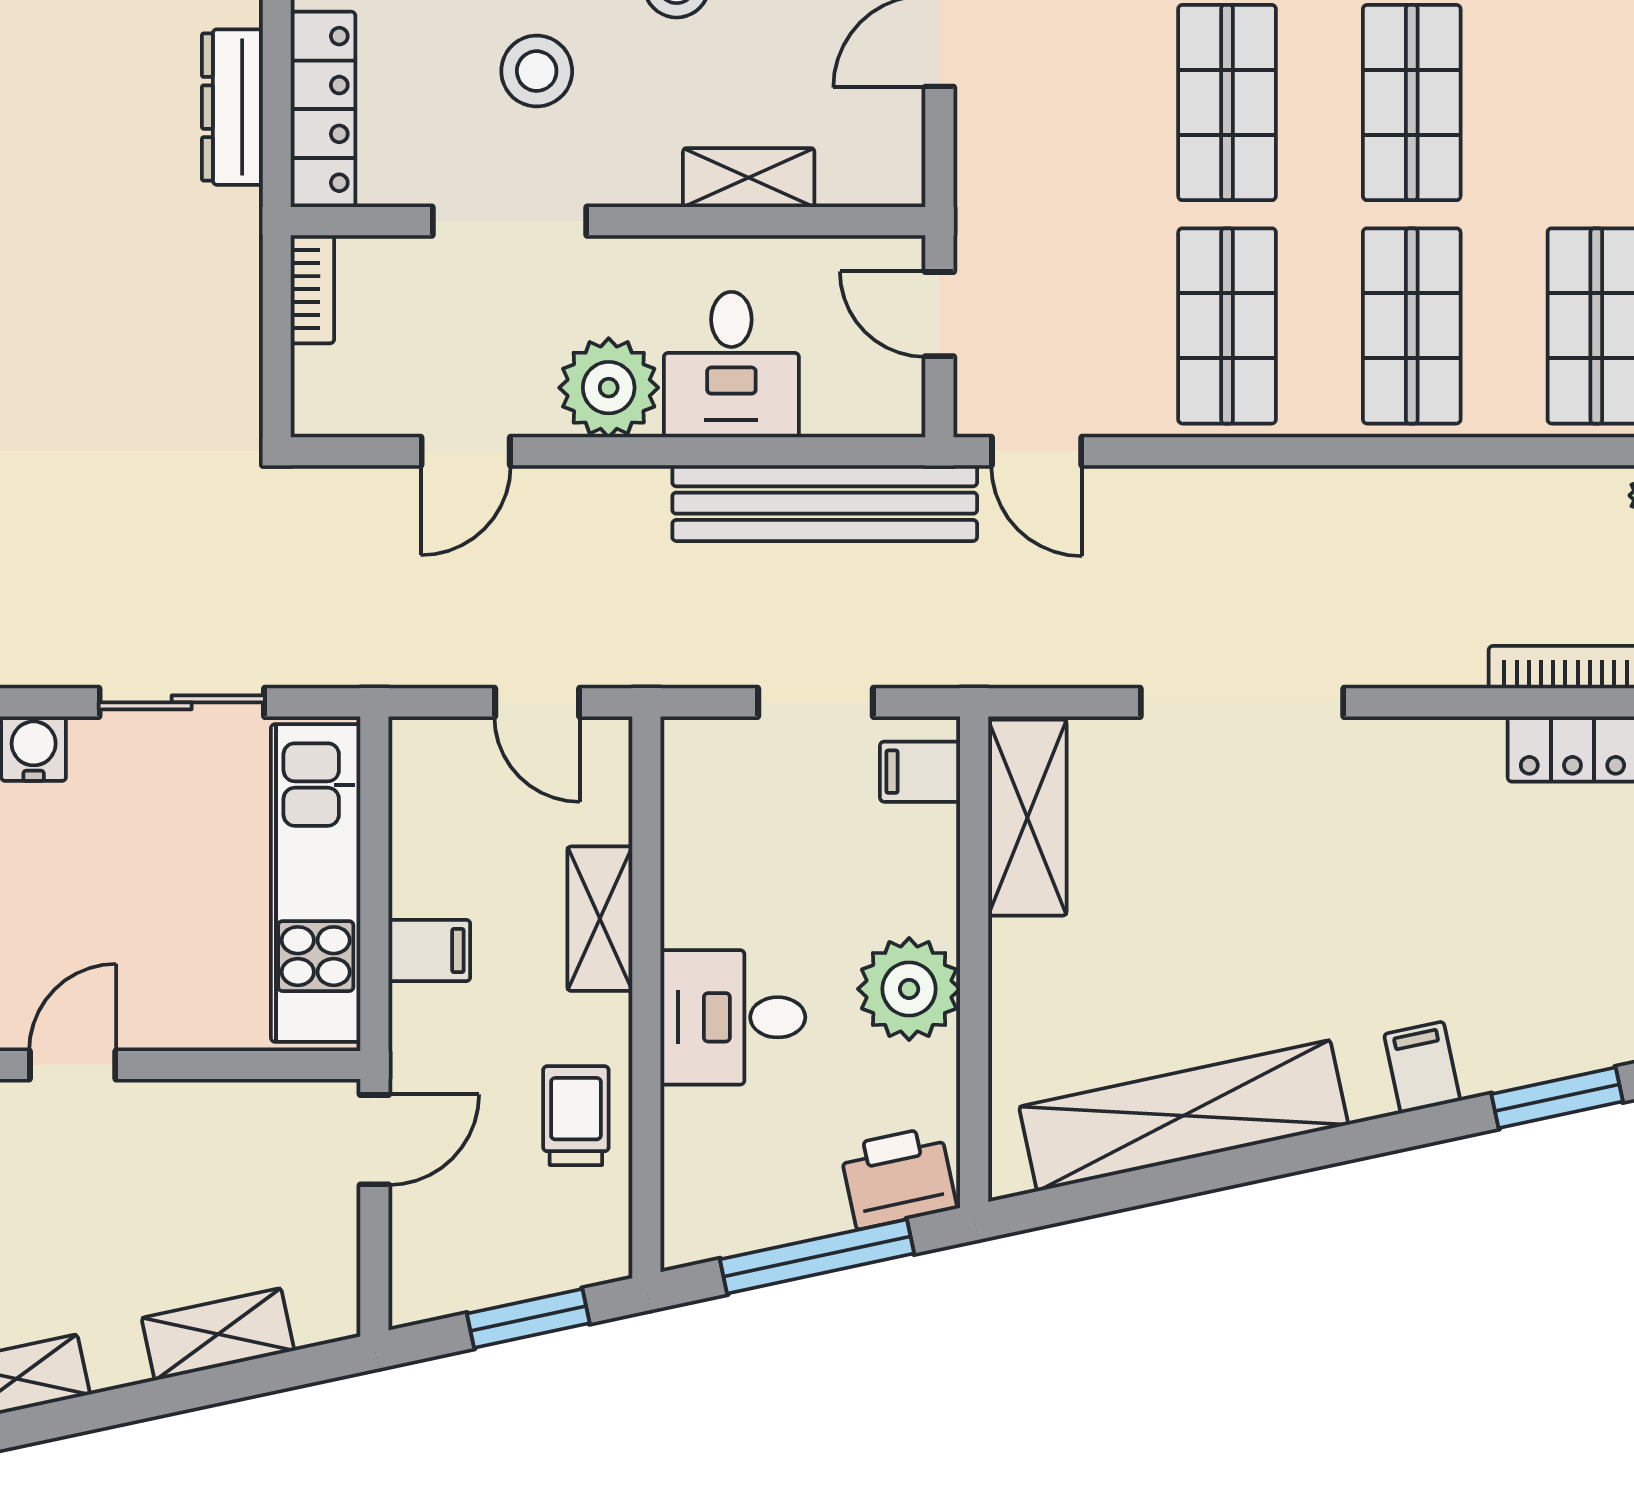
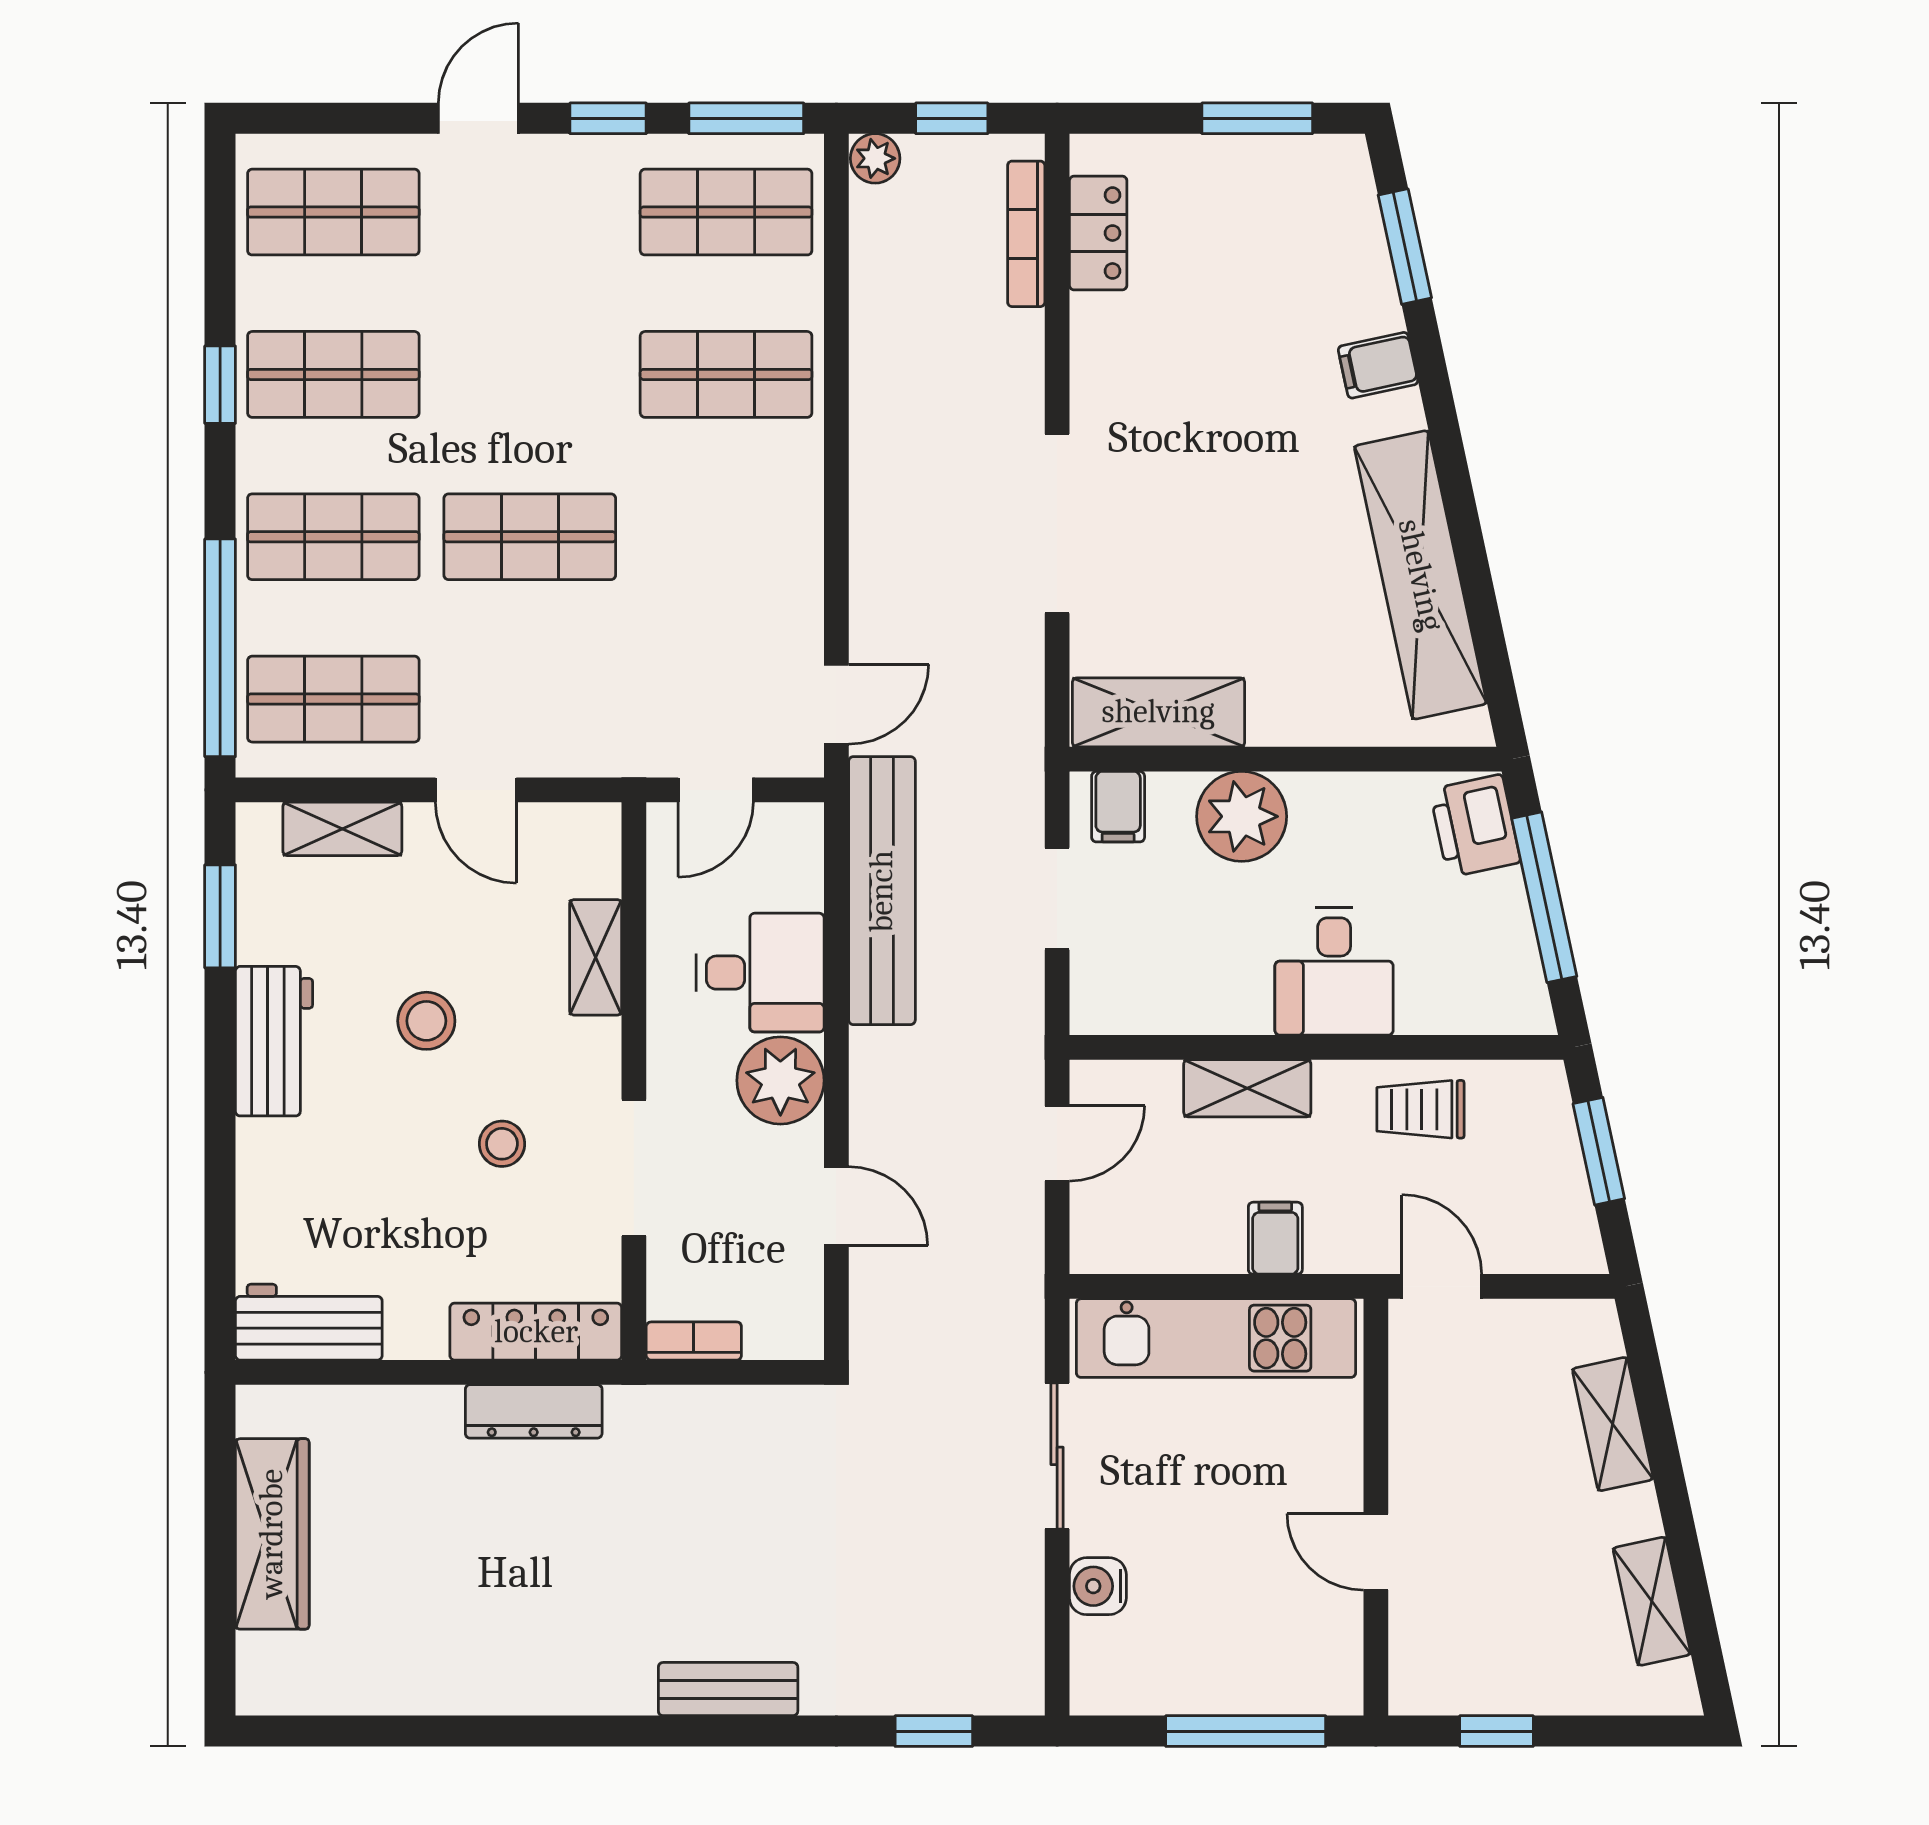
stool: (537, 71) -> (502, 1144), width x0.73, depth x0.73
shop shelf: (1412, 103) -> (530, 374), removed
shop shelf: (1227, 326) -> (726, 537), removed
plant: (909, 989) -> (1242, 816), moved

